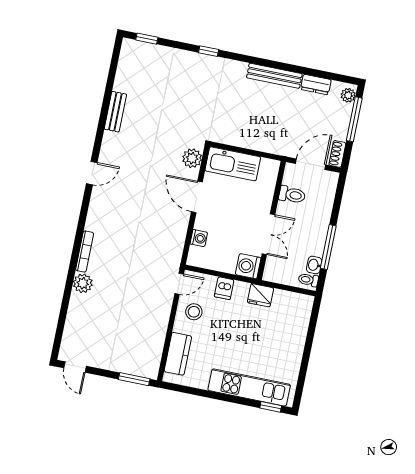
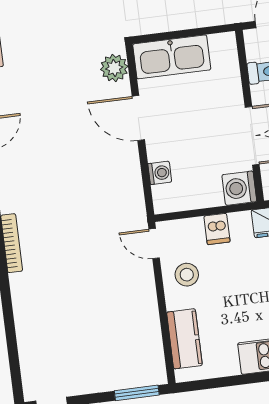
plant: (83, 283) -> (24, 287), removed
door: (179, 284) -> (154, 243), swing flipped

